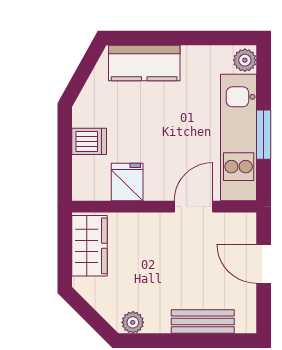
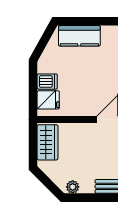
fridge: (127, 182) -> (48, 100), moved, turned 90

